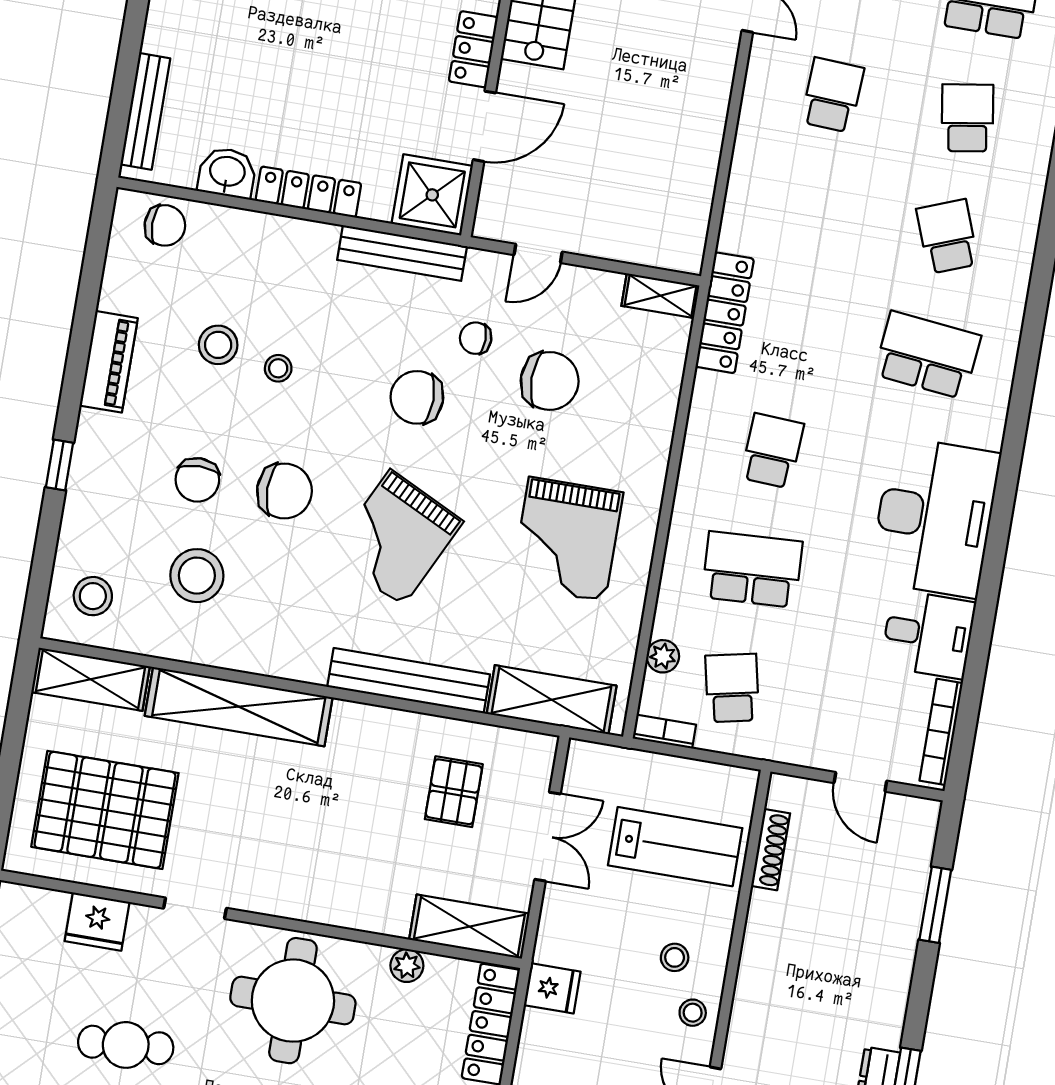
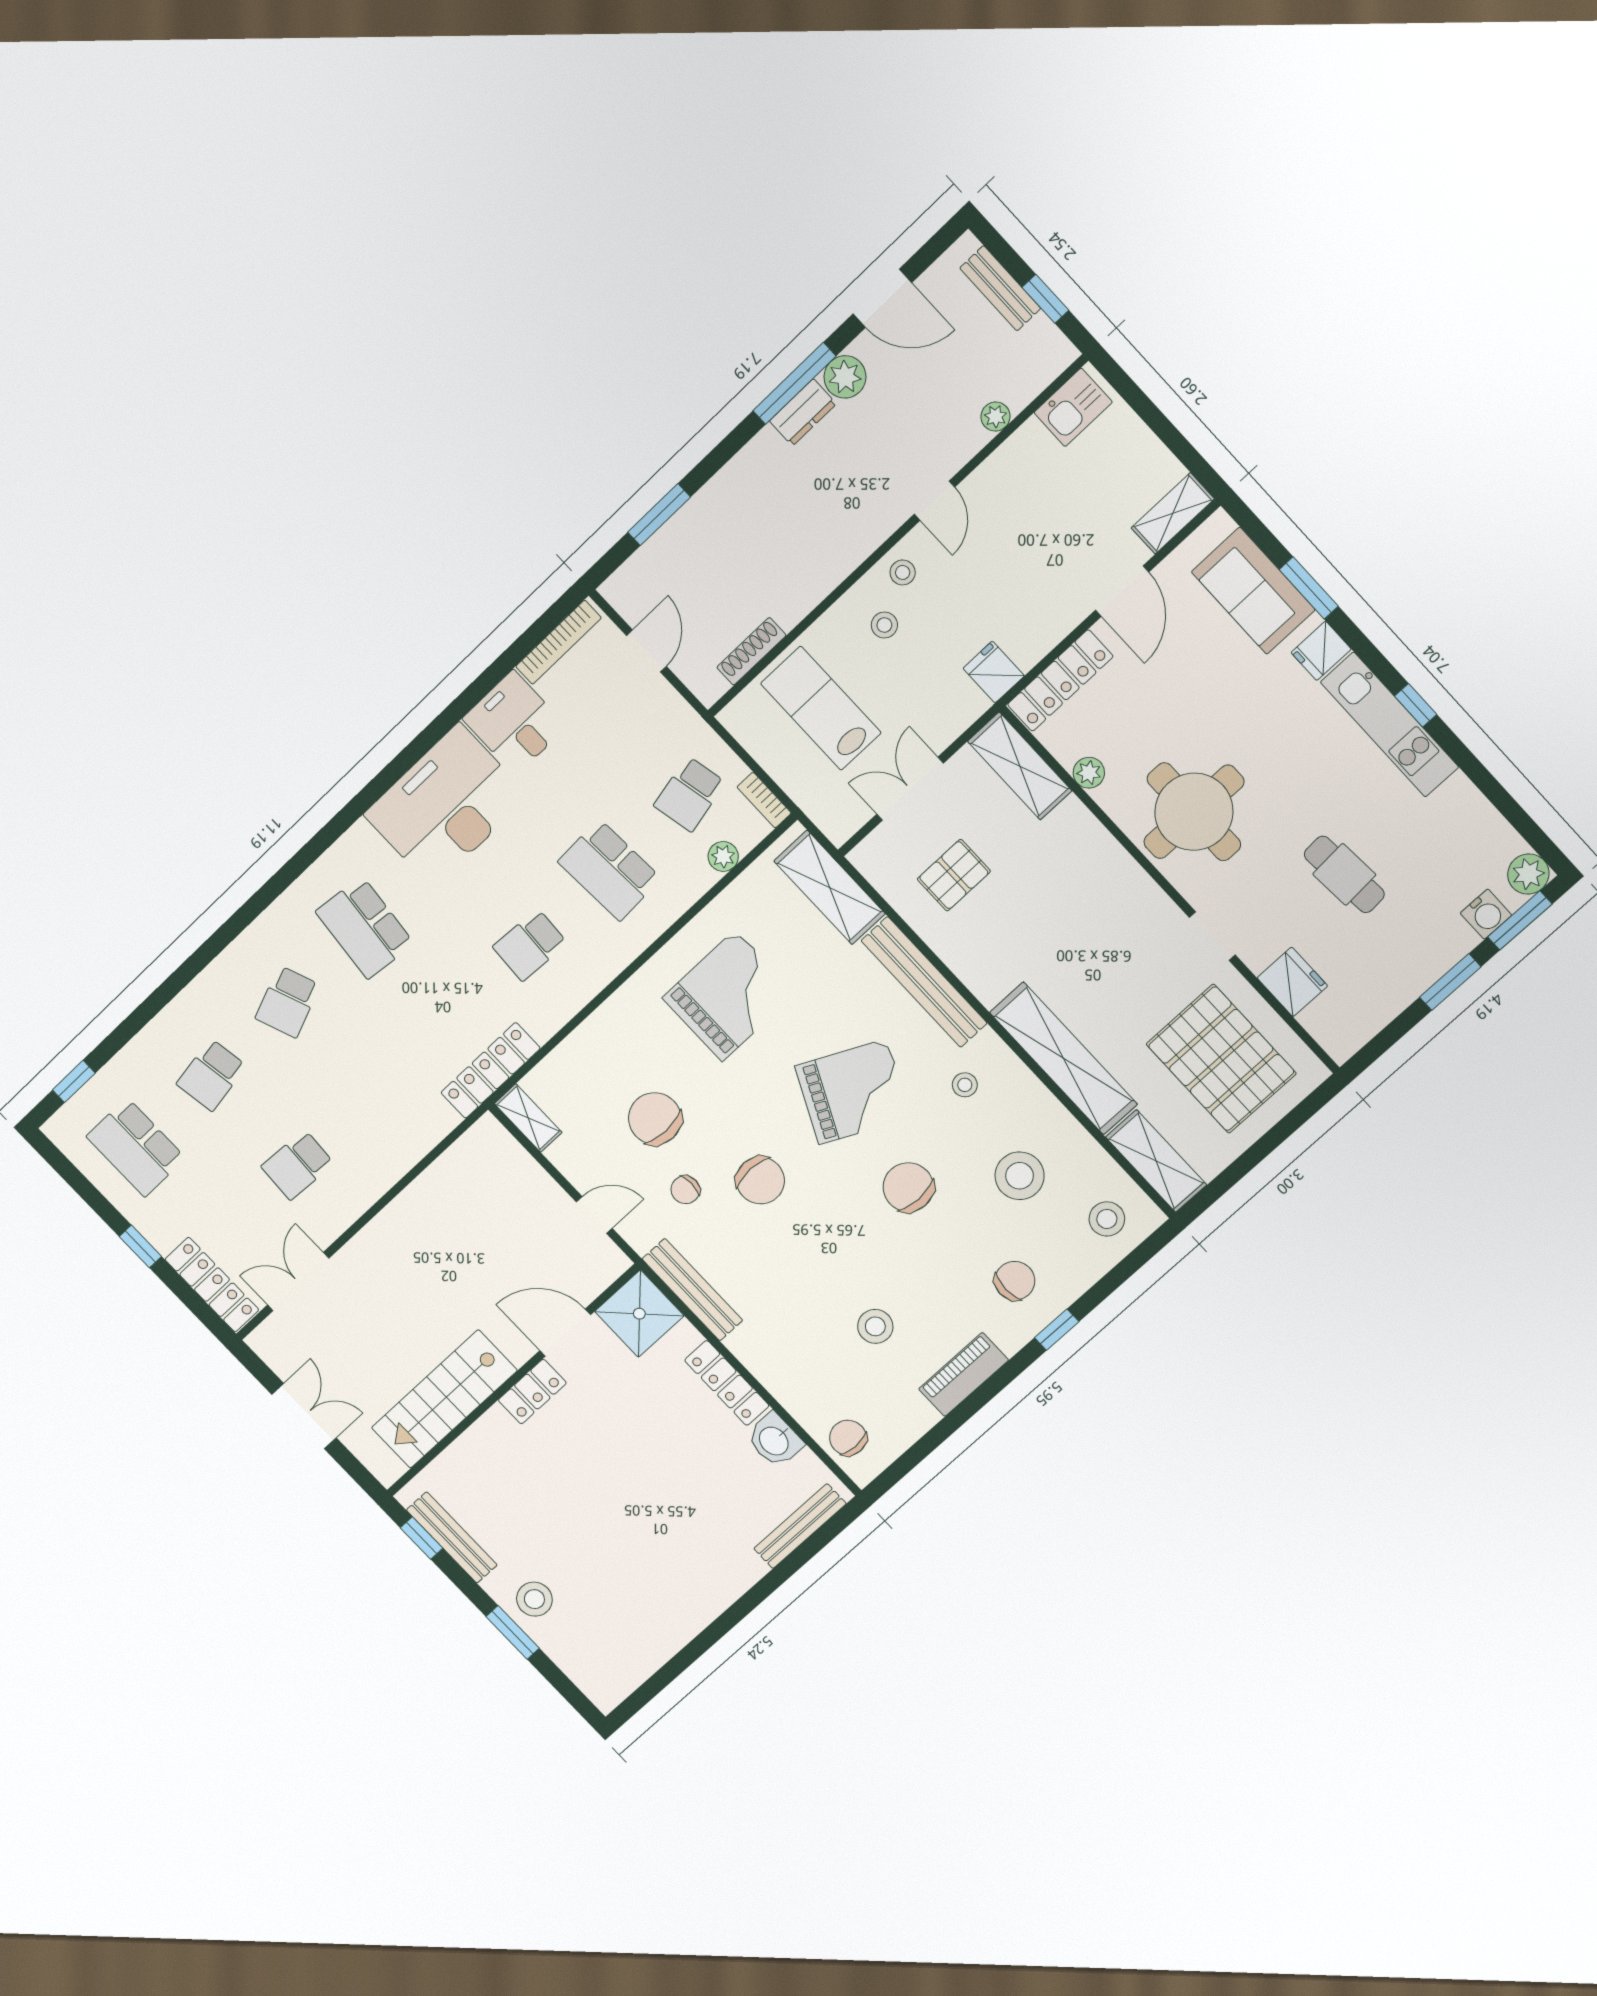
chair: (476, 338) -> (685, 1190), turned 90
stool: (278, 368) -> (965, 1085), moved
chair: (197, 480) -> (1015, 1281), moved

